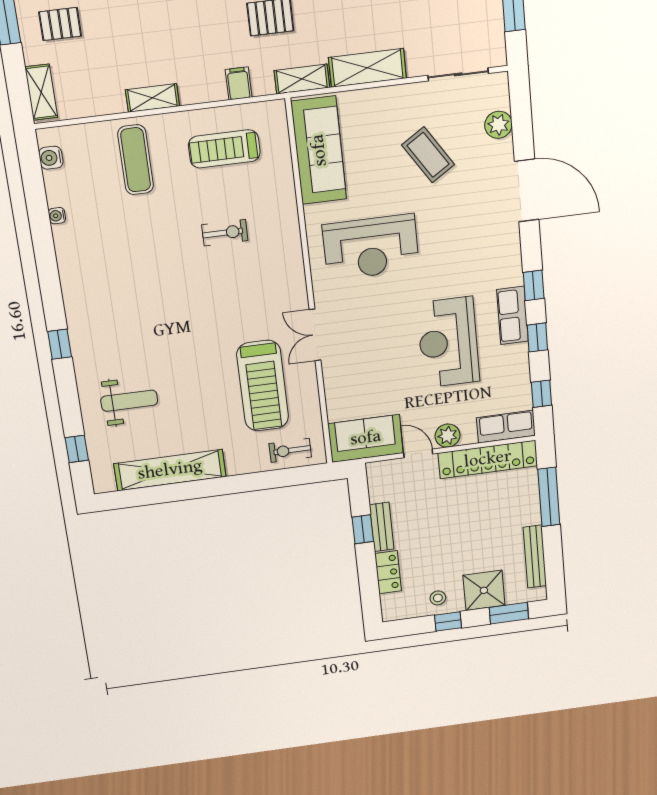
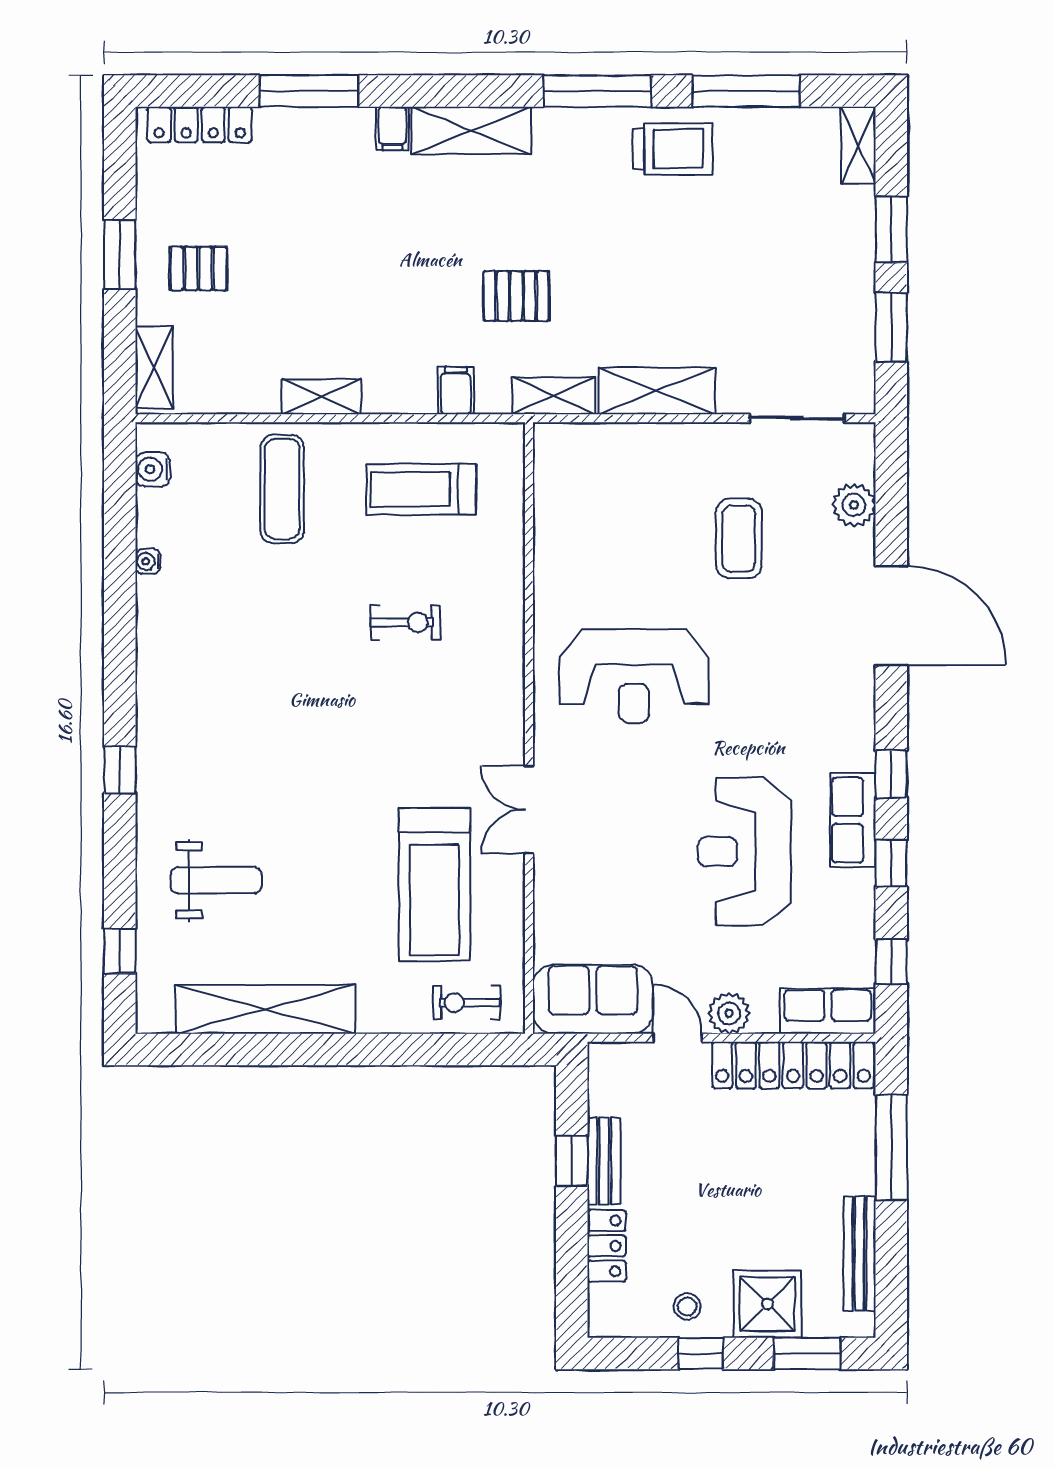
sofa: (319, 150) -> (568, 510), removed
coffee table: (428, 155) -> (739, 539), turned 33

